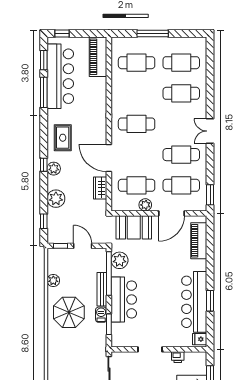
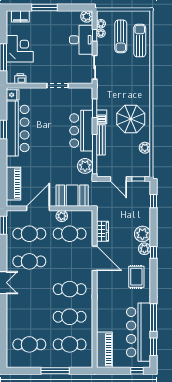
cafe table: (181, 93) -> (70, 317), moved
plant: (56, 199) -> (142, 234), moved
printer: (178, 357) -> (20, 79), moved

